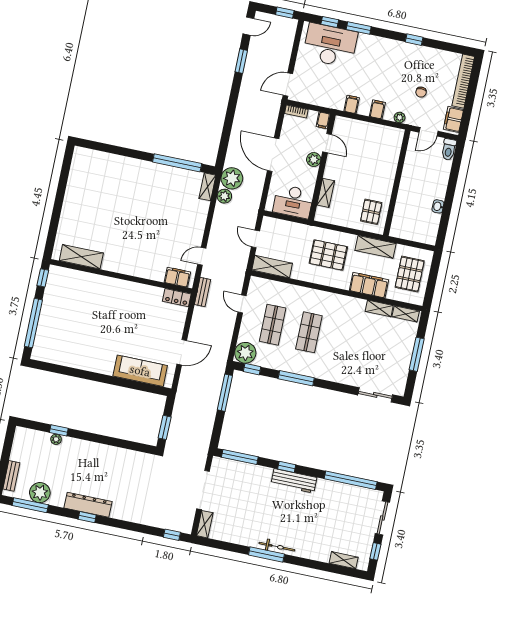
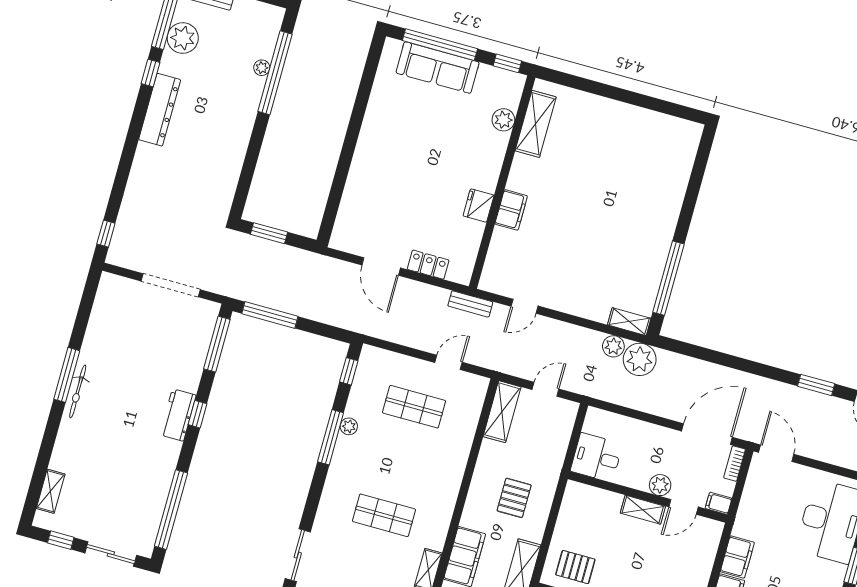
filing cabinet: (352, 104) -> (737, 557), width x2.00
door: (273, 155) -> (707, 434), moved
shelving: (326, 193) -> (643, 510), moved
desk: (293, 201) -> (597, 457), width x0.73
pallet: (328, 255) -> (514, 498), width x0.67, depth x0.71
door: (202, 256) -> (524, 306), swing flipped
filing cabinet: (177, 277) -> (511, 210), moved
plant: (80, 278) -> (503, 120), added
fridge: (137, 291) -> (479, 206), added
locker: (177, 298) -> (428, 265), moved, turned 90
shop shelf: (309, 332) -> (384, 515), moved
plant: (245, 353) -> (349, 426), moved, width x0.53, depth x0.53
sofa: (140, 371) -> (438, 68), moved, turned 90
window: (225, 393) -> (270, 315), moved
window: (59, 430) -> (275, 73), width x3.17
workbench: (294, 481) -> (178, 415), width x0.73
window: (87, 517) -> (151, 73), moved
shelving: (205, 524) -> (119, 284), removed

